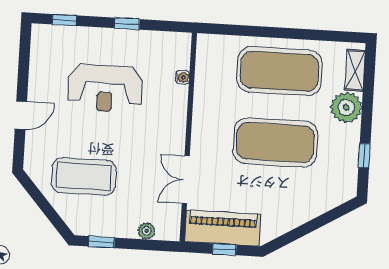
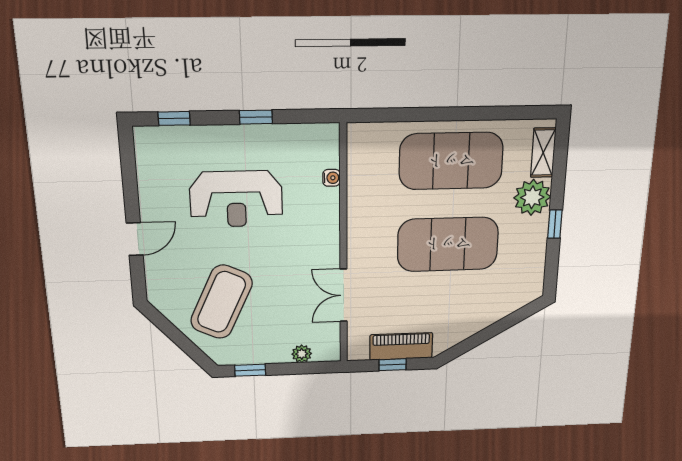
window: (364, 156) -> (555, 224), moved
coffee table: (84, 176) -> (221, 302), turned -65
piano: (223, 228) -> (401, 346), width x0.73, depth x0.75

